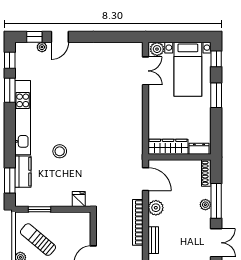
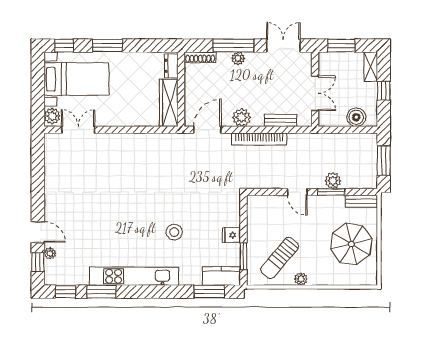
kitchen counter: (23, 172) -> (221, 276), moved
fridge: (79, 199) -> (231, 235), moved

